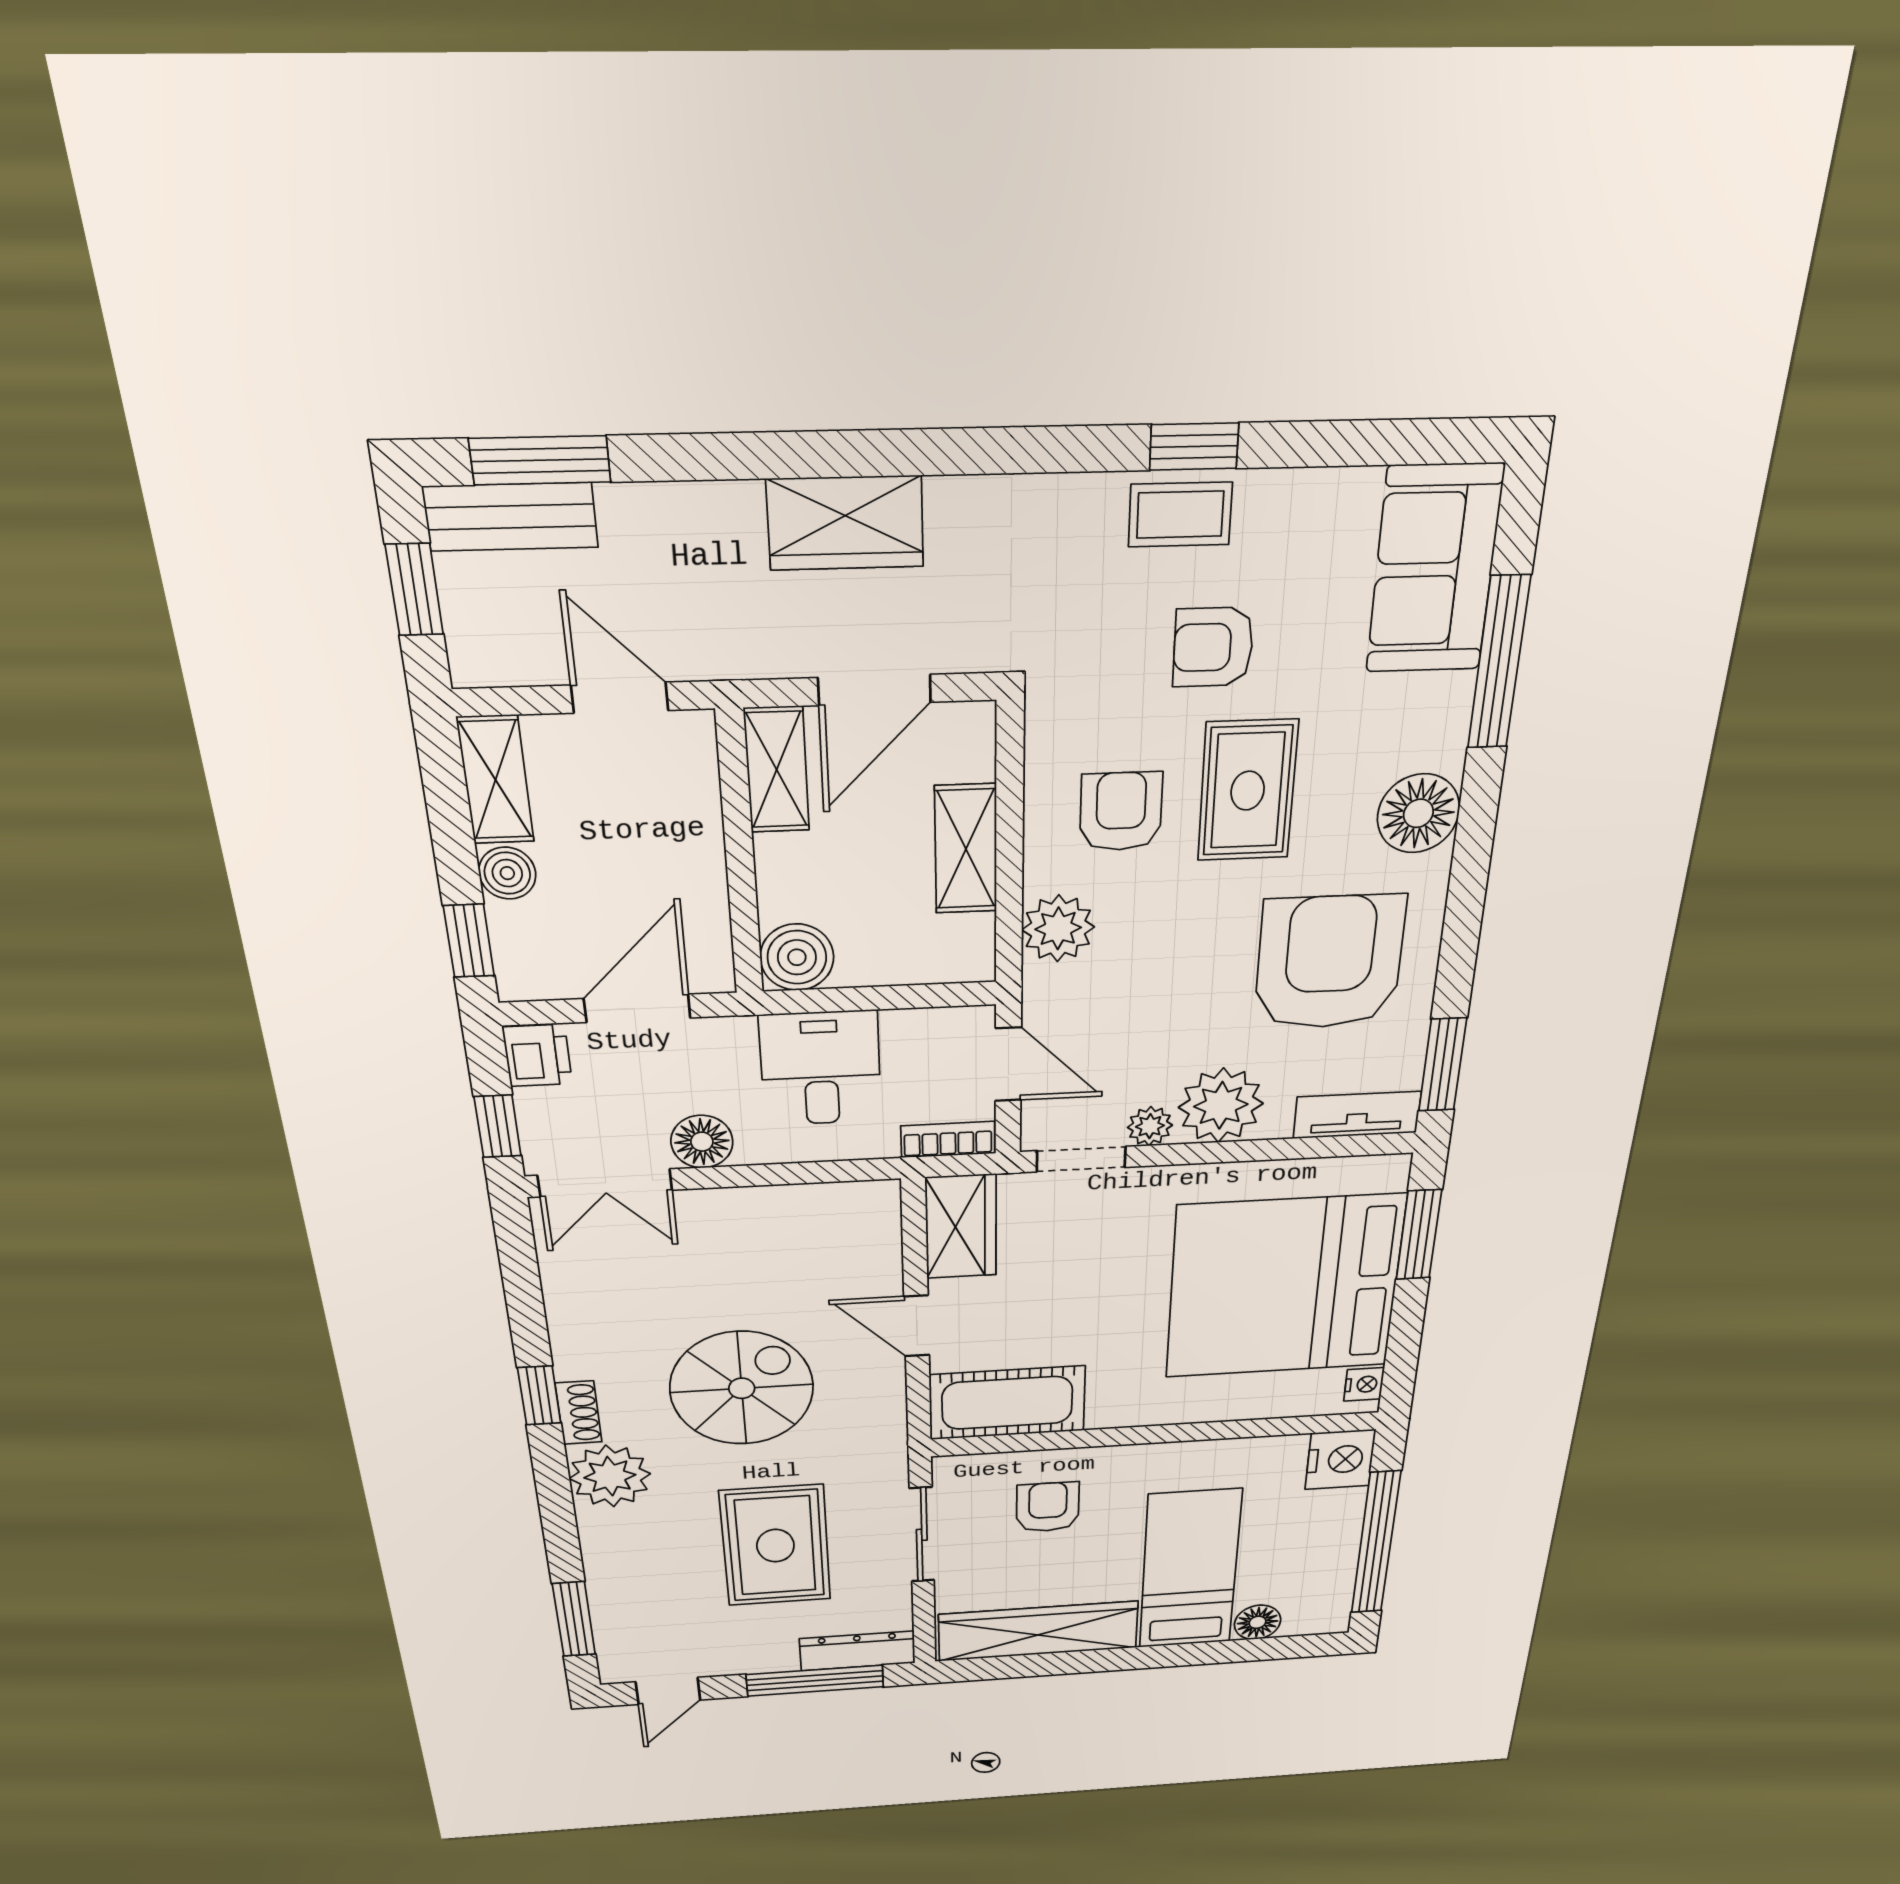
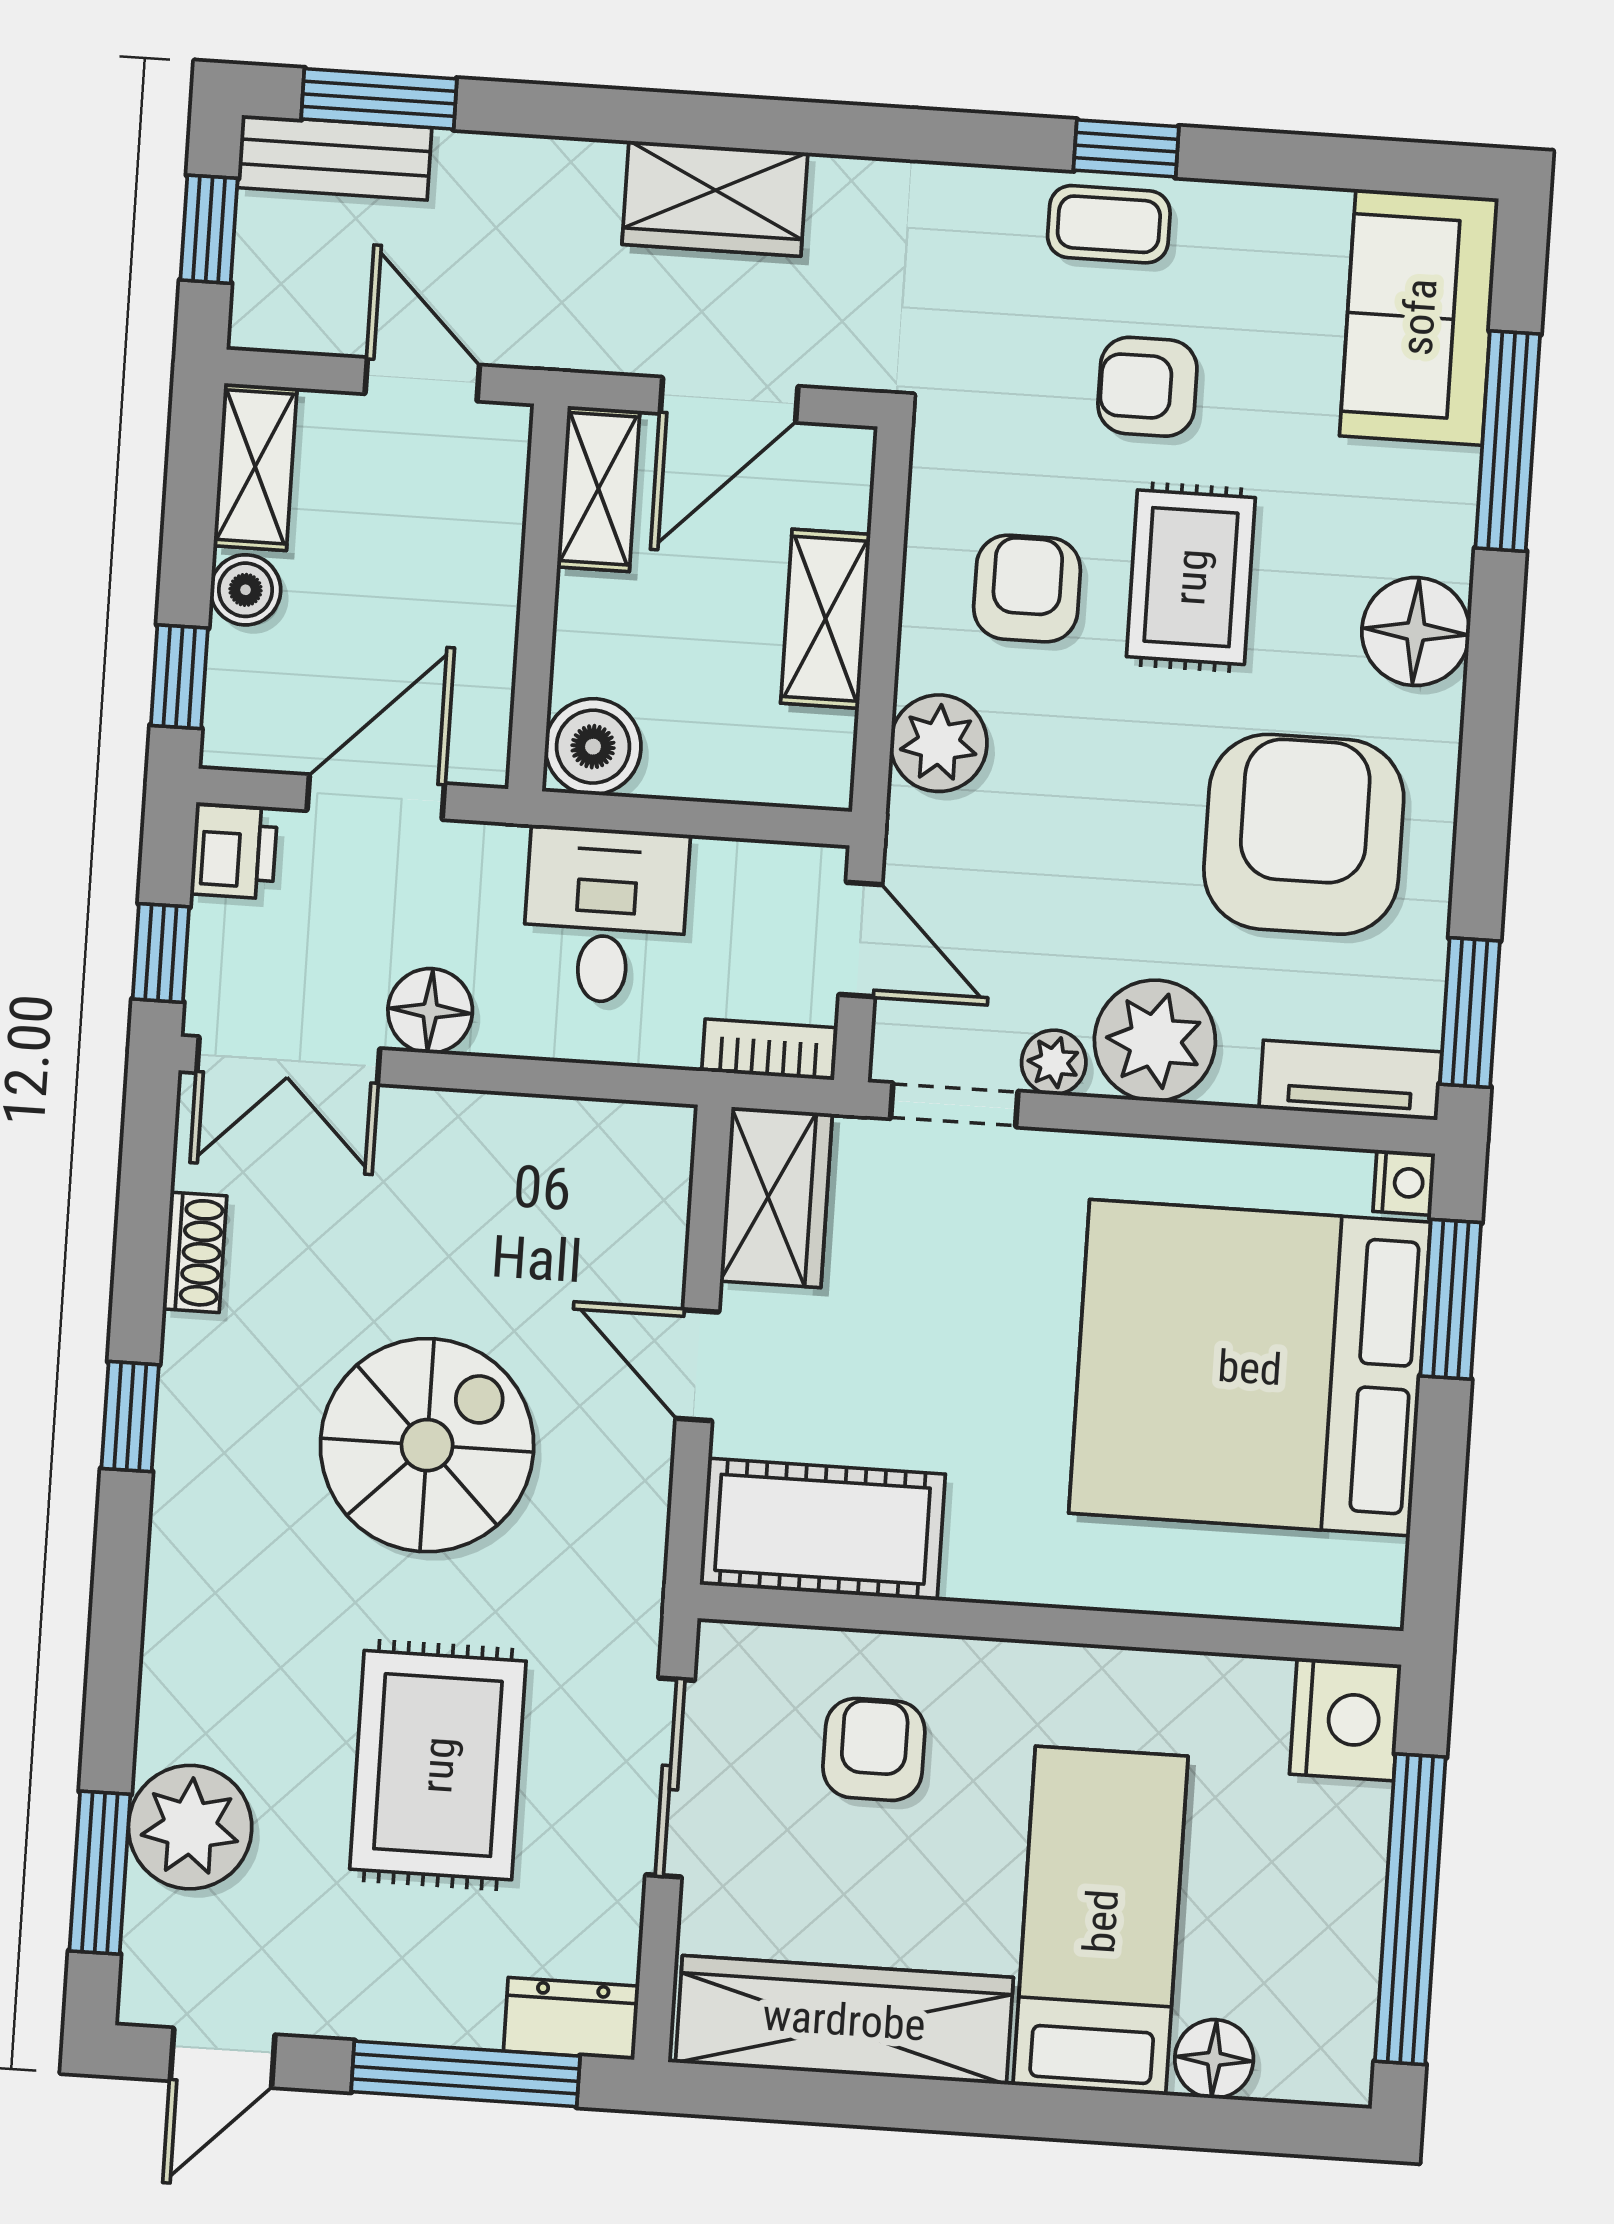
nightstand: (1364, 1384) -> (1404, 1183), moved
shoe rack: (579, 1413) -> (195, 1252), moved
plant: (610, 1476) -> (190, 1827), moved
dresser: (857, 1651) -> (571, 2019), width x0.70

